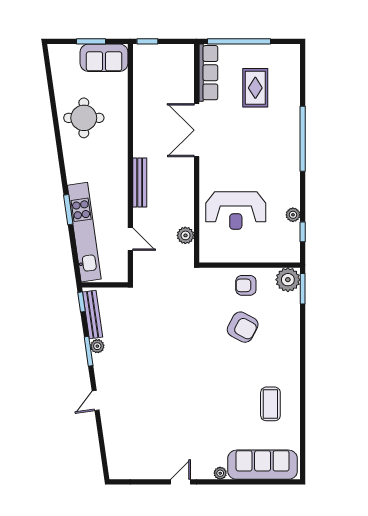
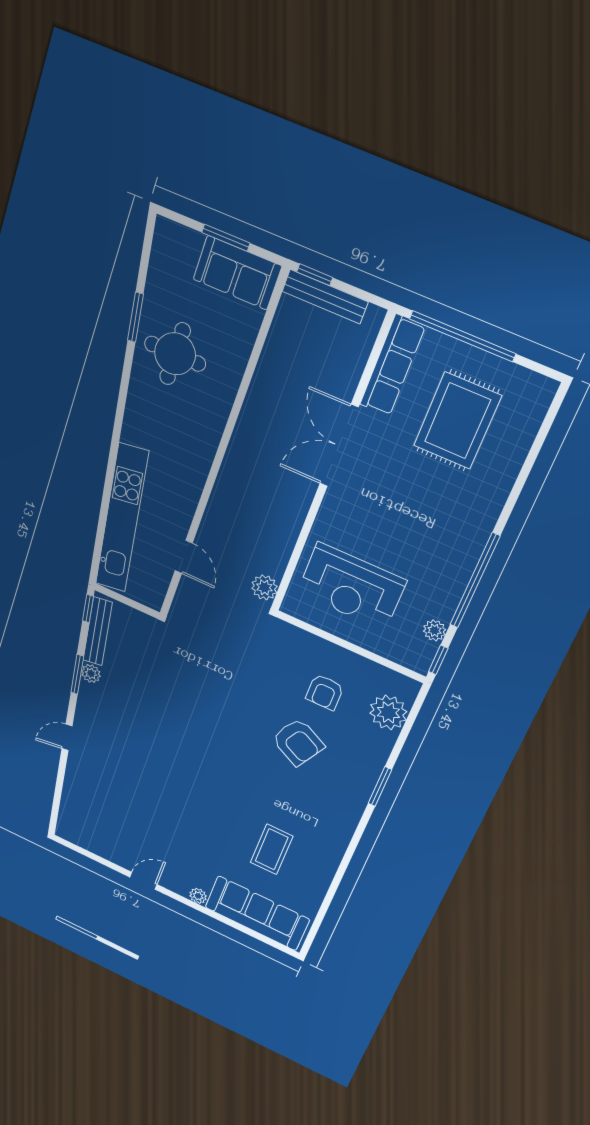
rug: (255, 88) -> (457, 421), width x1.36, depth x1.43
window: (303, 139) -> (475, 581), moved
bench: (140, 182) -> (325, 297), moved, turned 90
window: (68, 210) -> (135, 317), moved
wall: (250, 265) -> (350, 647), moved
armchair: (246, 285) -> (325, 692), turned -90
window: (303, 289) -> (380, 787), moved
coffee table: (270, 404) -> (272, 849), moved

